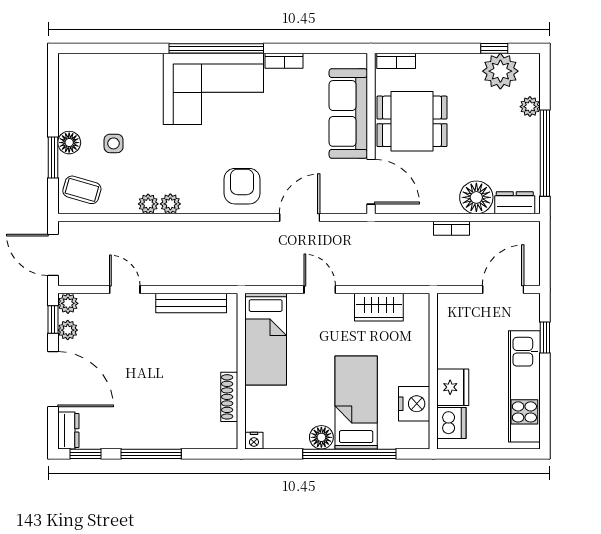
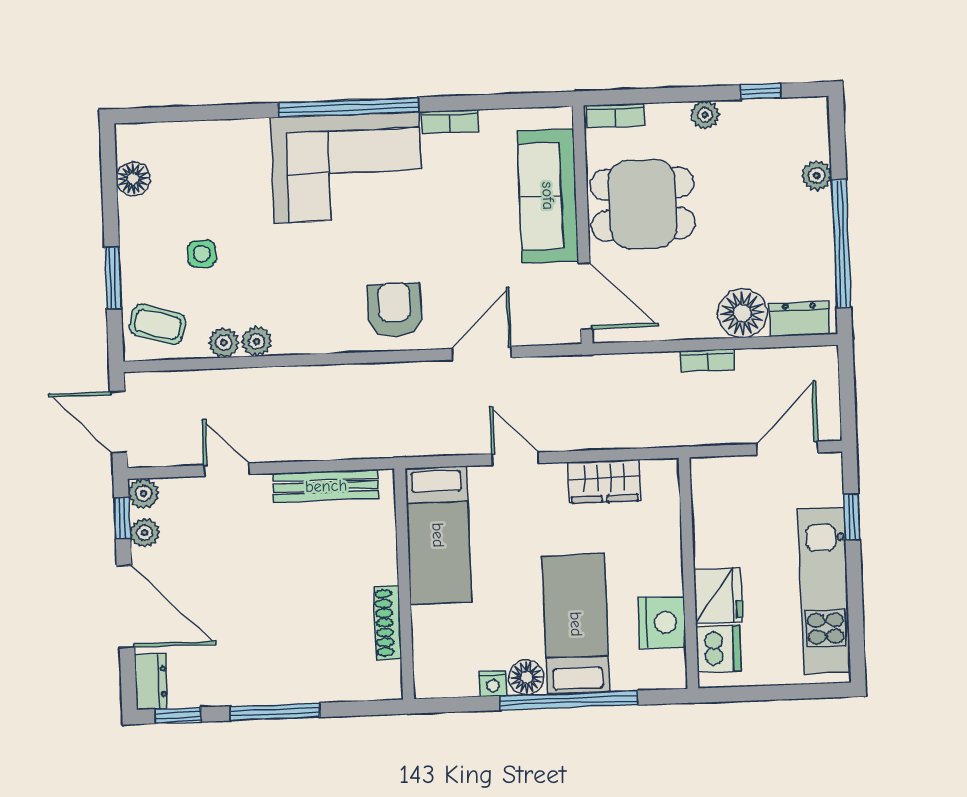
plant: (500, 71) -> (705, 115), moved, width x0.53, depth x0.53
floor lamp: (69, 143) -> (133, 179), moved
plant: (170, 204) -> (224, 343), moved
nightstand: (254, 441) -> (493, 684), moved

